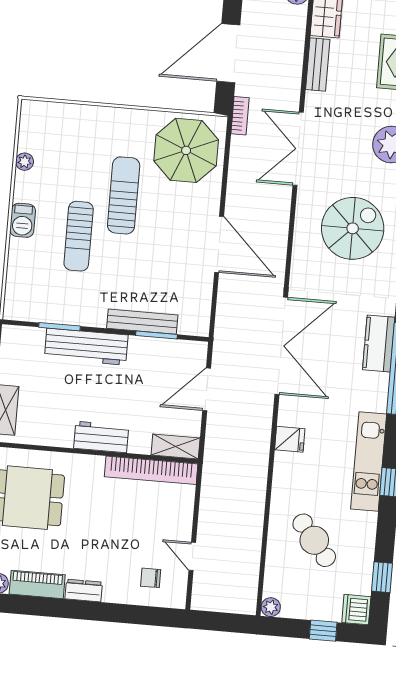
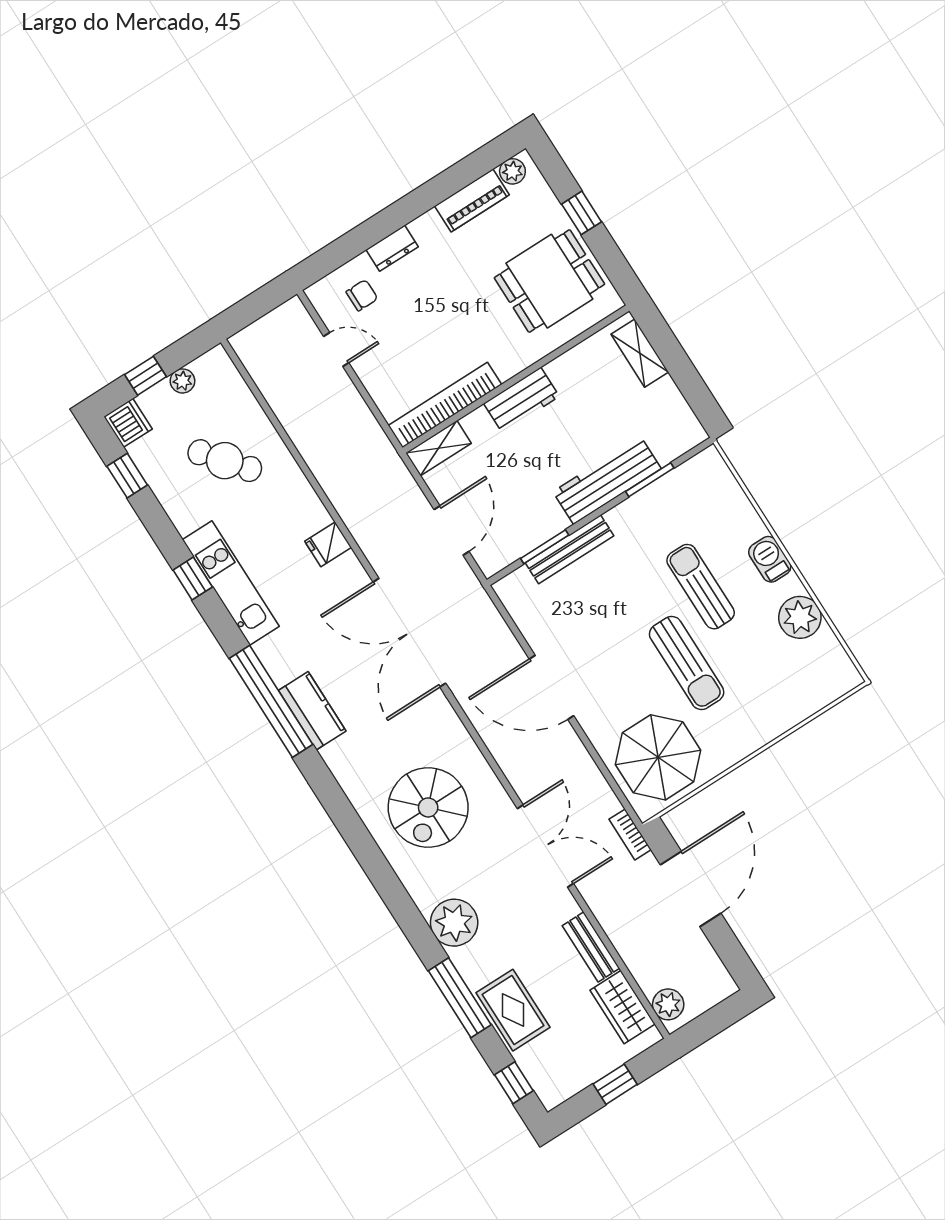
plant: (25, 162) -> (800, 617), width x1.88, depth x1.88
dresser: (84, 590) -> (392, 248), moved
plant: (271, 607) -> (182, 381), moved

